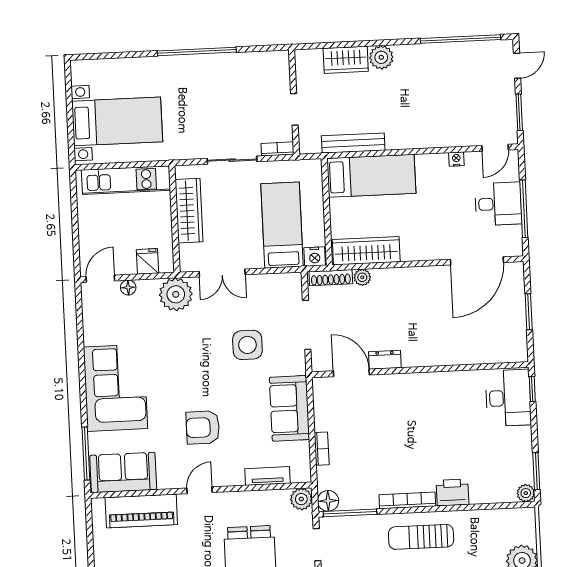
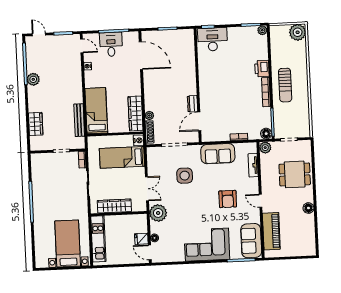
plant: (381, 57) -> (33, 79), moved
fridge: (147, 261) -> (141, 239), moved

